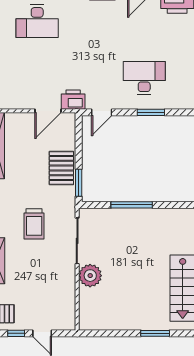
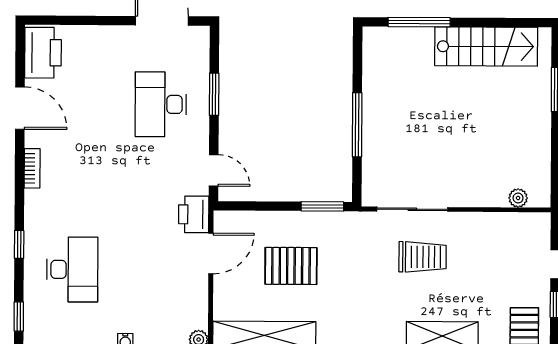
door: (48, 111) -> (211, 253), hinge flipped
pallet: (61, 168) -> (291, 266), moved
trolley: (34, 224) -> (423, 257), moved
plant: (90, 276) -> (518, 198), moved, width x0.53, depth x0.53

